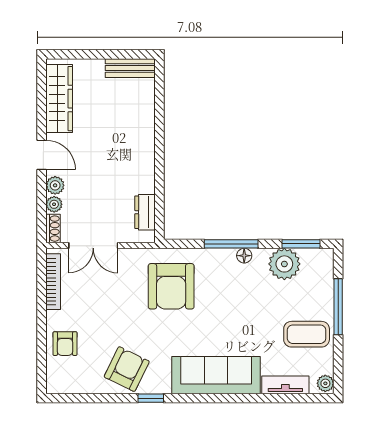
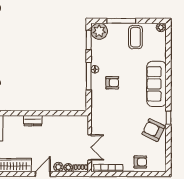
dresser: (145, 212) -> (33, 121), moved
plant: (284, 264) -> (99, 31), moved
armchair: (171, 286) -> (112, 83), moved, width x0.53, depth x0.53
tv unit: (285, 385) -> (162, 48), removed

